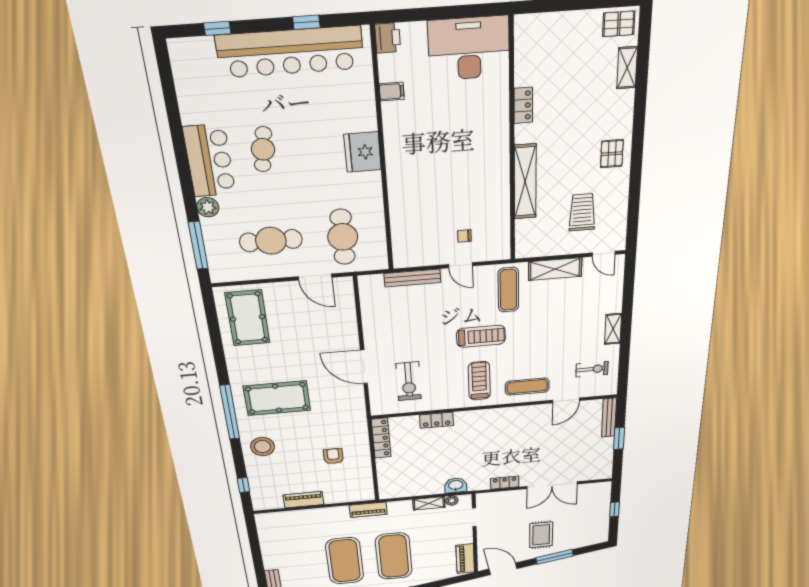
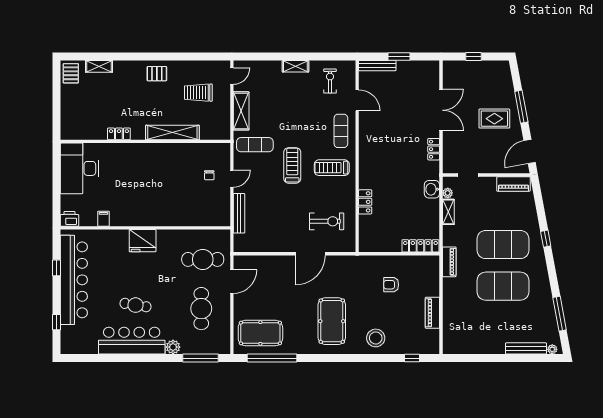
bar counter: (209, 161) -> (132, 341), width x1.36
window: (230, 412) -> (272, 358), moved
locker: (381, 438) -> (420, 246), moved

